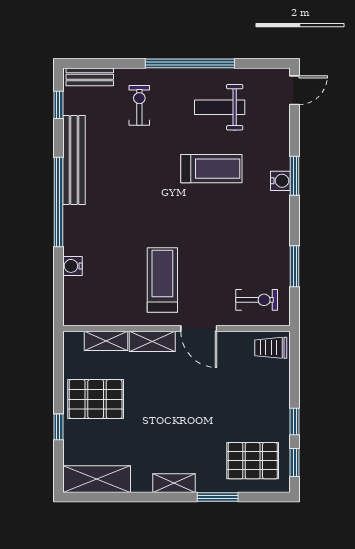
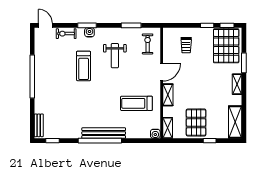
exercise bike: (139, 105) -> (66, 34), moved
weight bench: (220, 107) -> (115, 56), moved
bench: (74, 160) -> (104, 133), moved
treadmill: (211, 169) -> (84, 66), turned 180
water cooler: (72, 266) -> (155, 134), moved
treadmill: (162, 280) -> (136, 103), moved
shelving: (106, 341) -> (168, 128), moved
trolley: (271, 348) -> (186, 45), moved
pallet: (253, 461) -> (226, 46), width x1.37, depth x1.41

